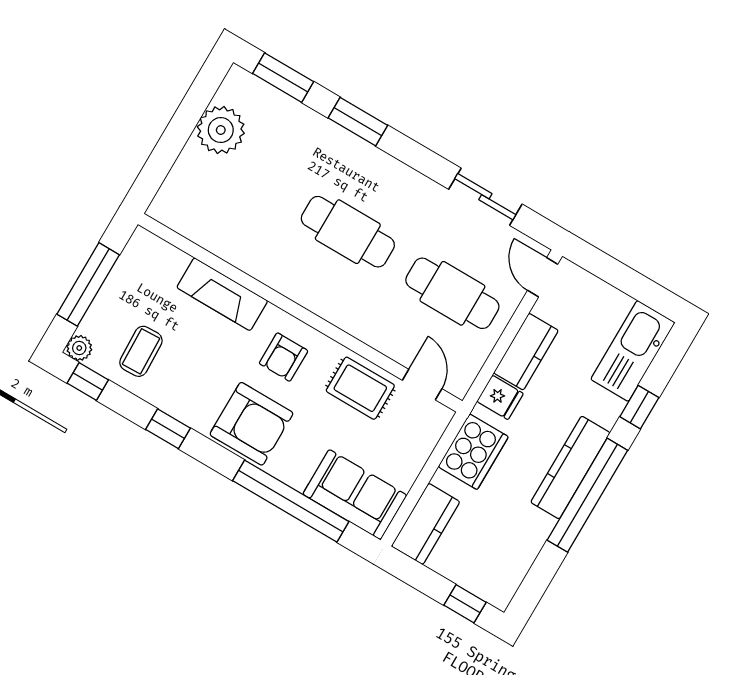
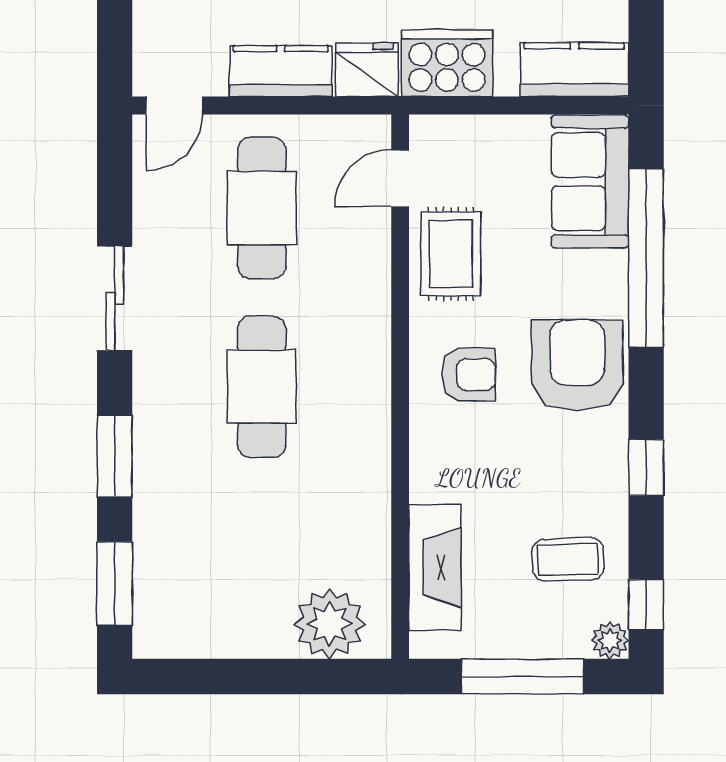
plant: (221, 130) -> (330, 624), moved
sliding door: (485, 197) -> (115, 298), moved
fireplace: (222, 294) -> (435, 567), moved
fridge: (500, 397) -> (367, 70), width x1.38

